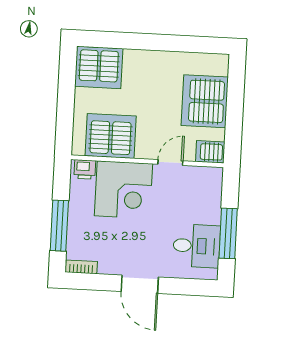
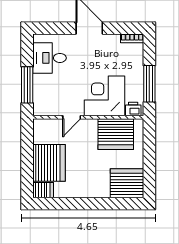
server rack: (210, 152) -> (43, 190), moved
window: (59, 226) -> (149, 84), moved
window: (228, 233) -> (27, 85), moved

